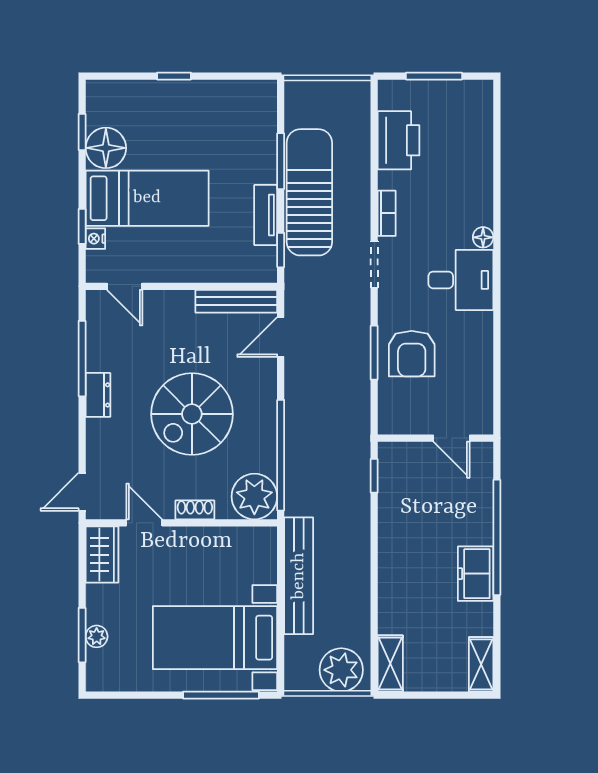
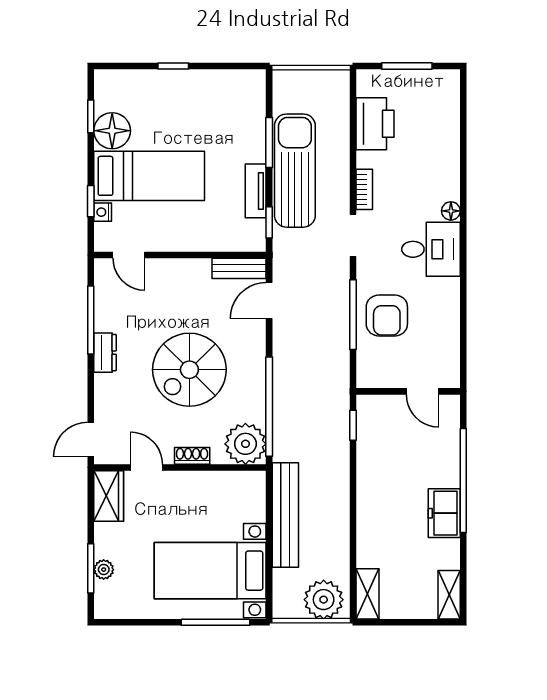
bench: (236, 301) -> (239, 268), width x0.73
window: (374, 353) -> (353, 315), width x1.44

